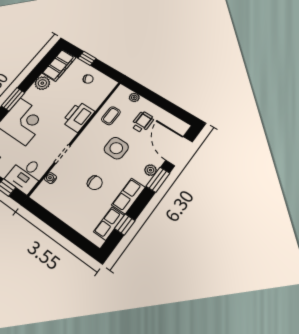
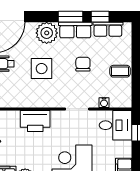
coffee table: (111, 116) -> (120, 71), moved
plant: (150, 170) -> (47, 33), width x1.88, depth x1.88
window: (158, 180) -> (71, 17), moved

